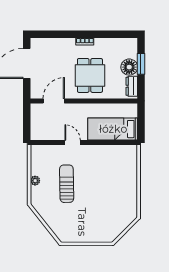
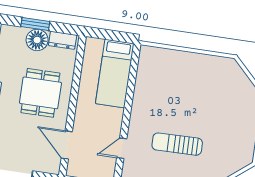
dining table: (90, 75) -> (40, 93), turned 90
door: (73, 143) -> (122, 148), moved

